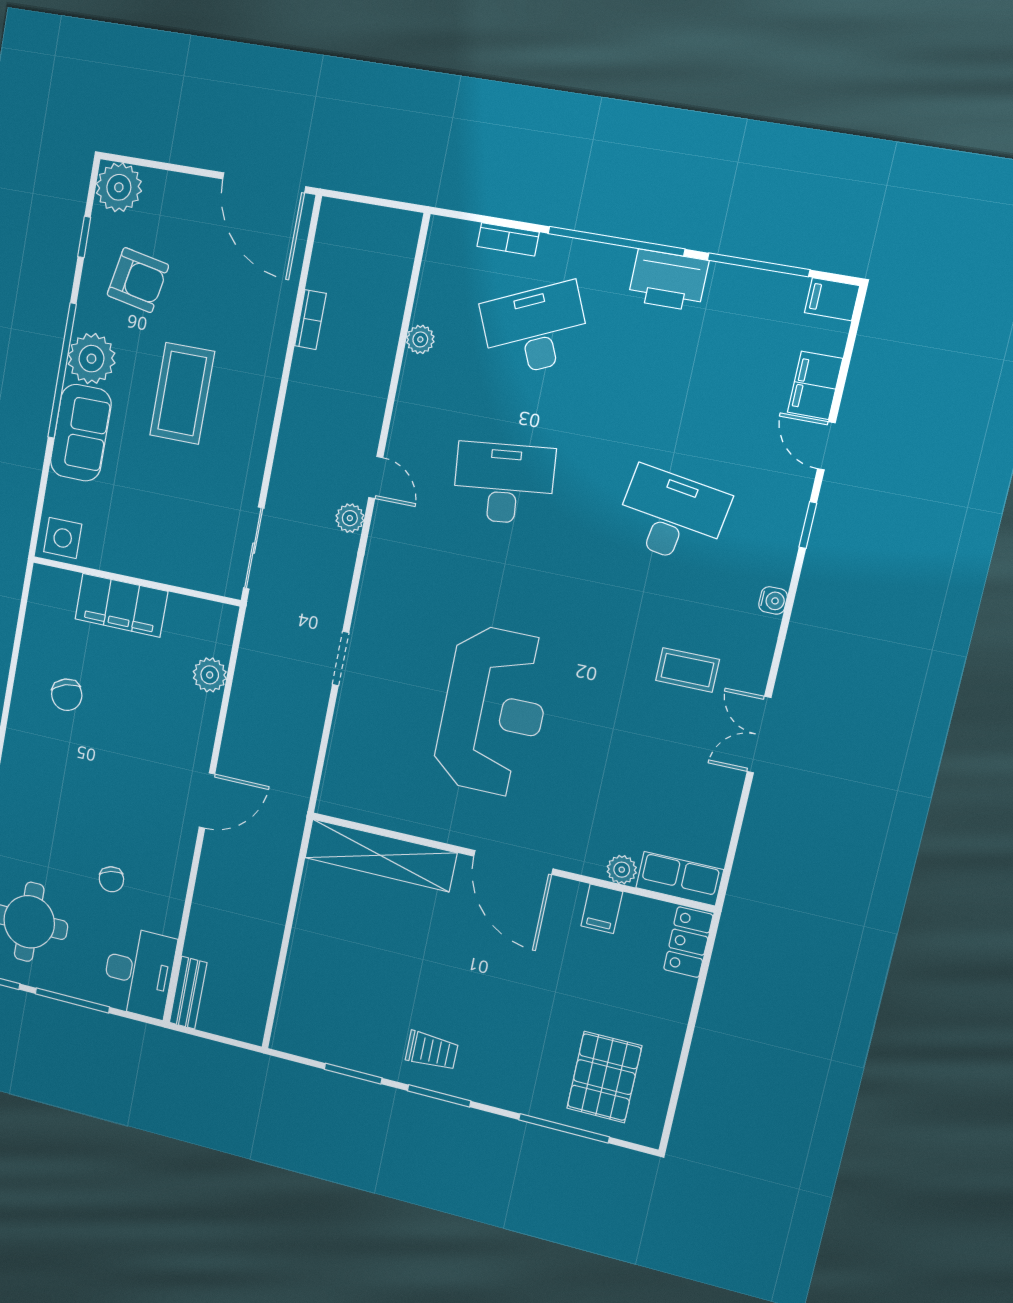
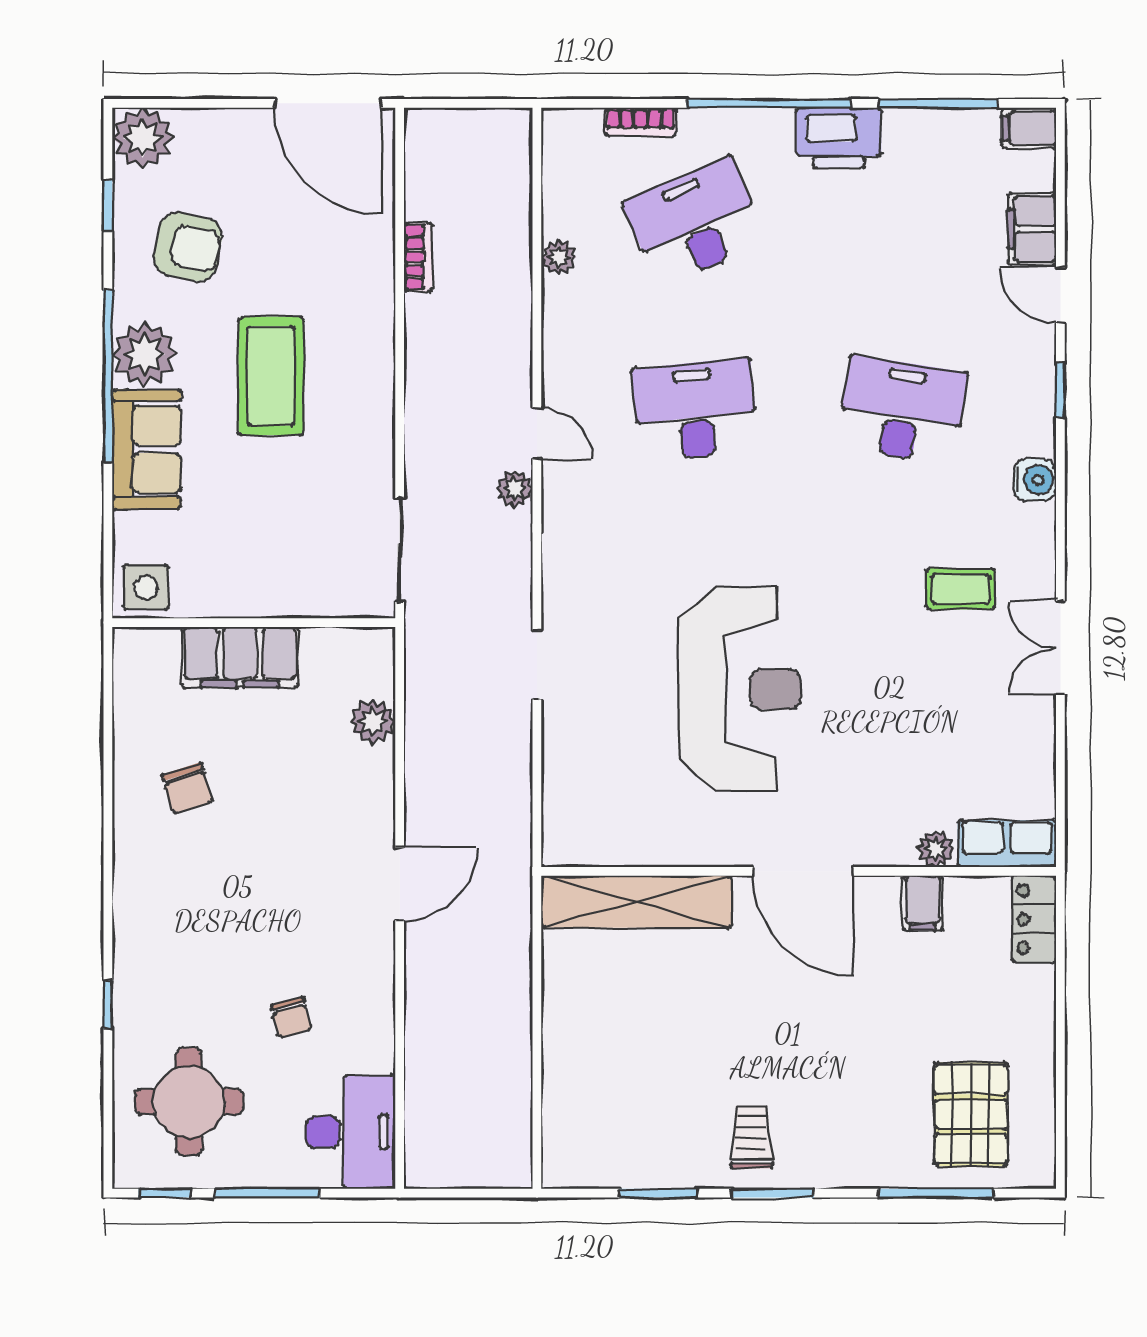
water cooler: (773, 600) -> (1035, 480), width x1.38, depth x1.38
bench: (188, 993) -> (422, 1143), removed
trolley: (432, 1051) -> (752, 1137), turned -90

